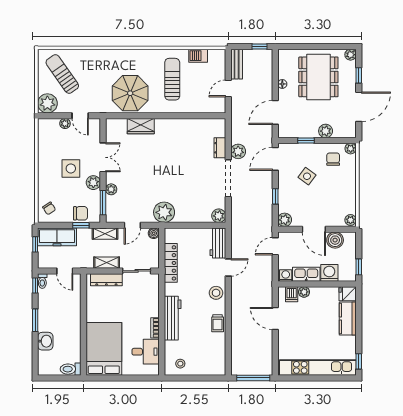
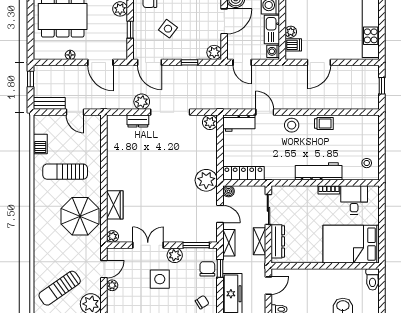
plant: (111, 189) -> (112, 236), moved
locker: (171, 263) -> (243, 173), moved
window: (253, 378) -> (382, 86), width x0.46

